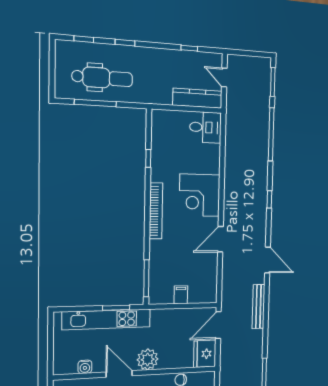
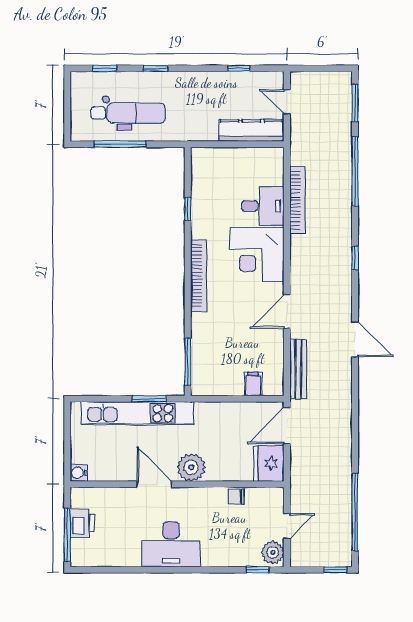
desk: (205, 127) -> (263, 206), moved
bookcase: (230, 154) -> (297, 200), added
filing cabinet: (181, 295) -> (253, 384), moved
bench: (258, 307) -> (298, 369), moved
water cooler: (85, 367) -> (79, 473), moved, turned 90

